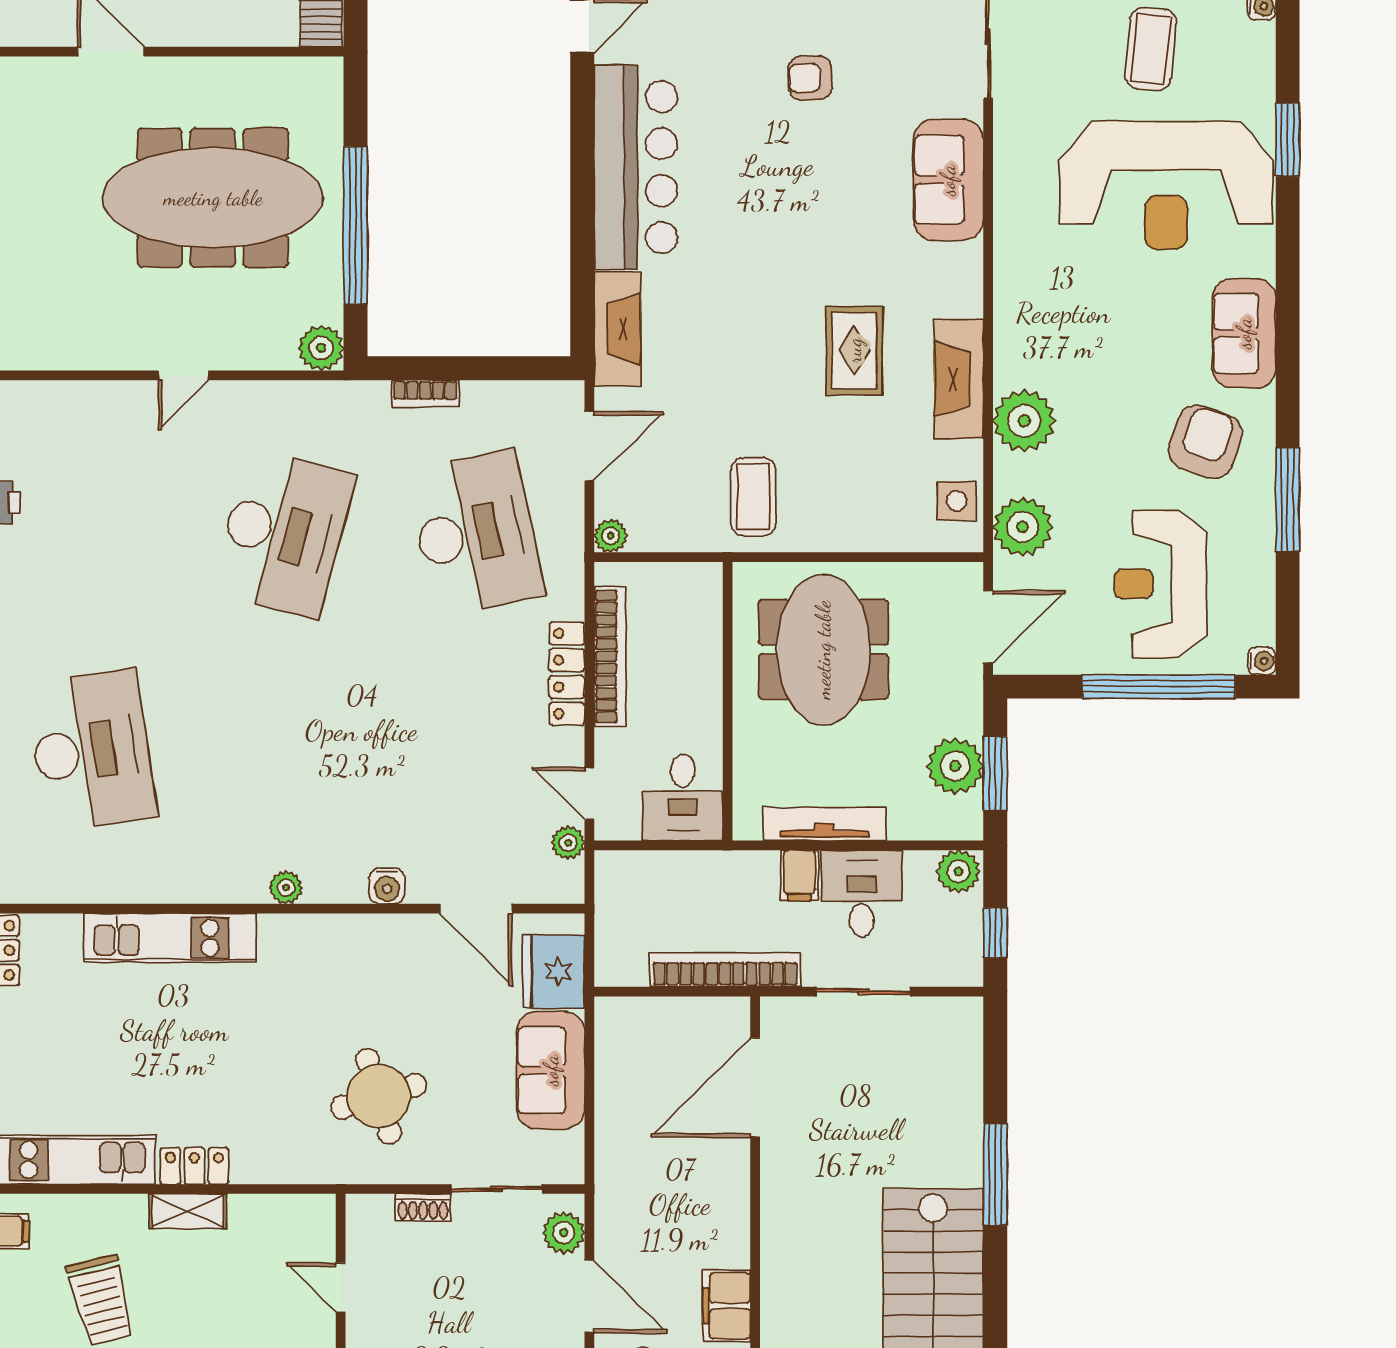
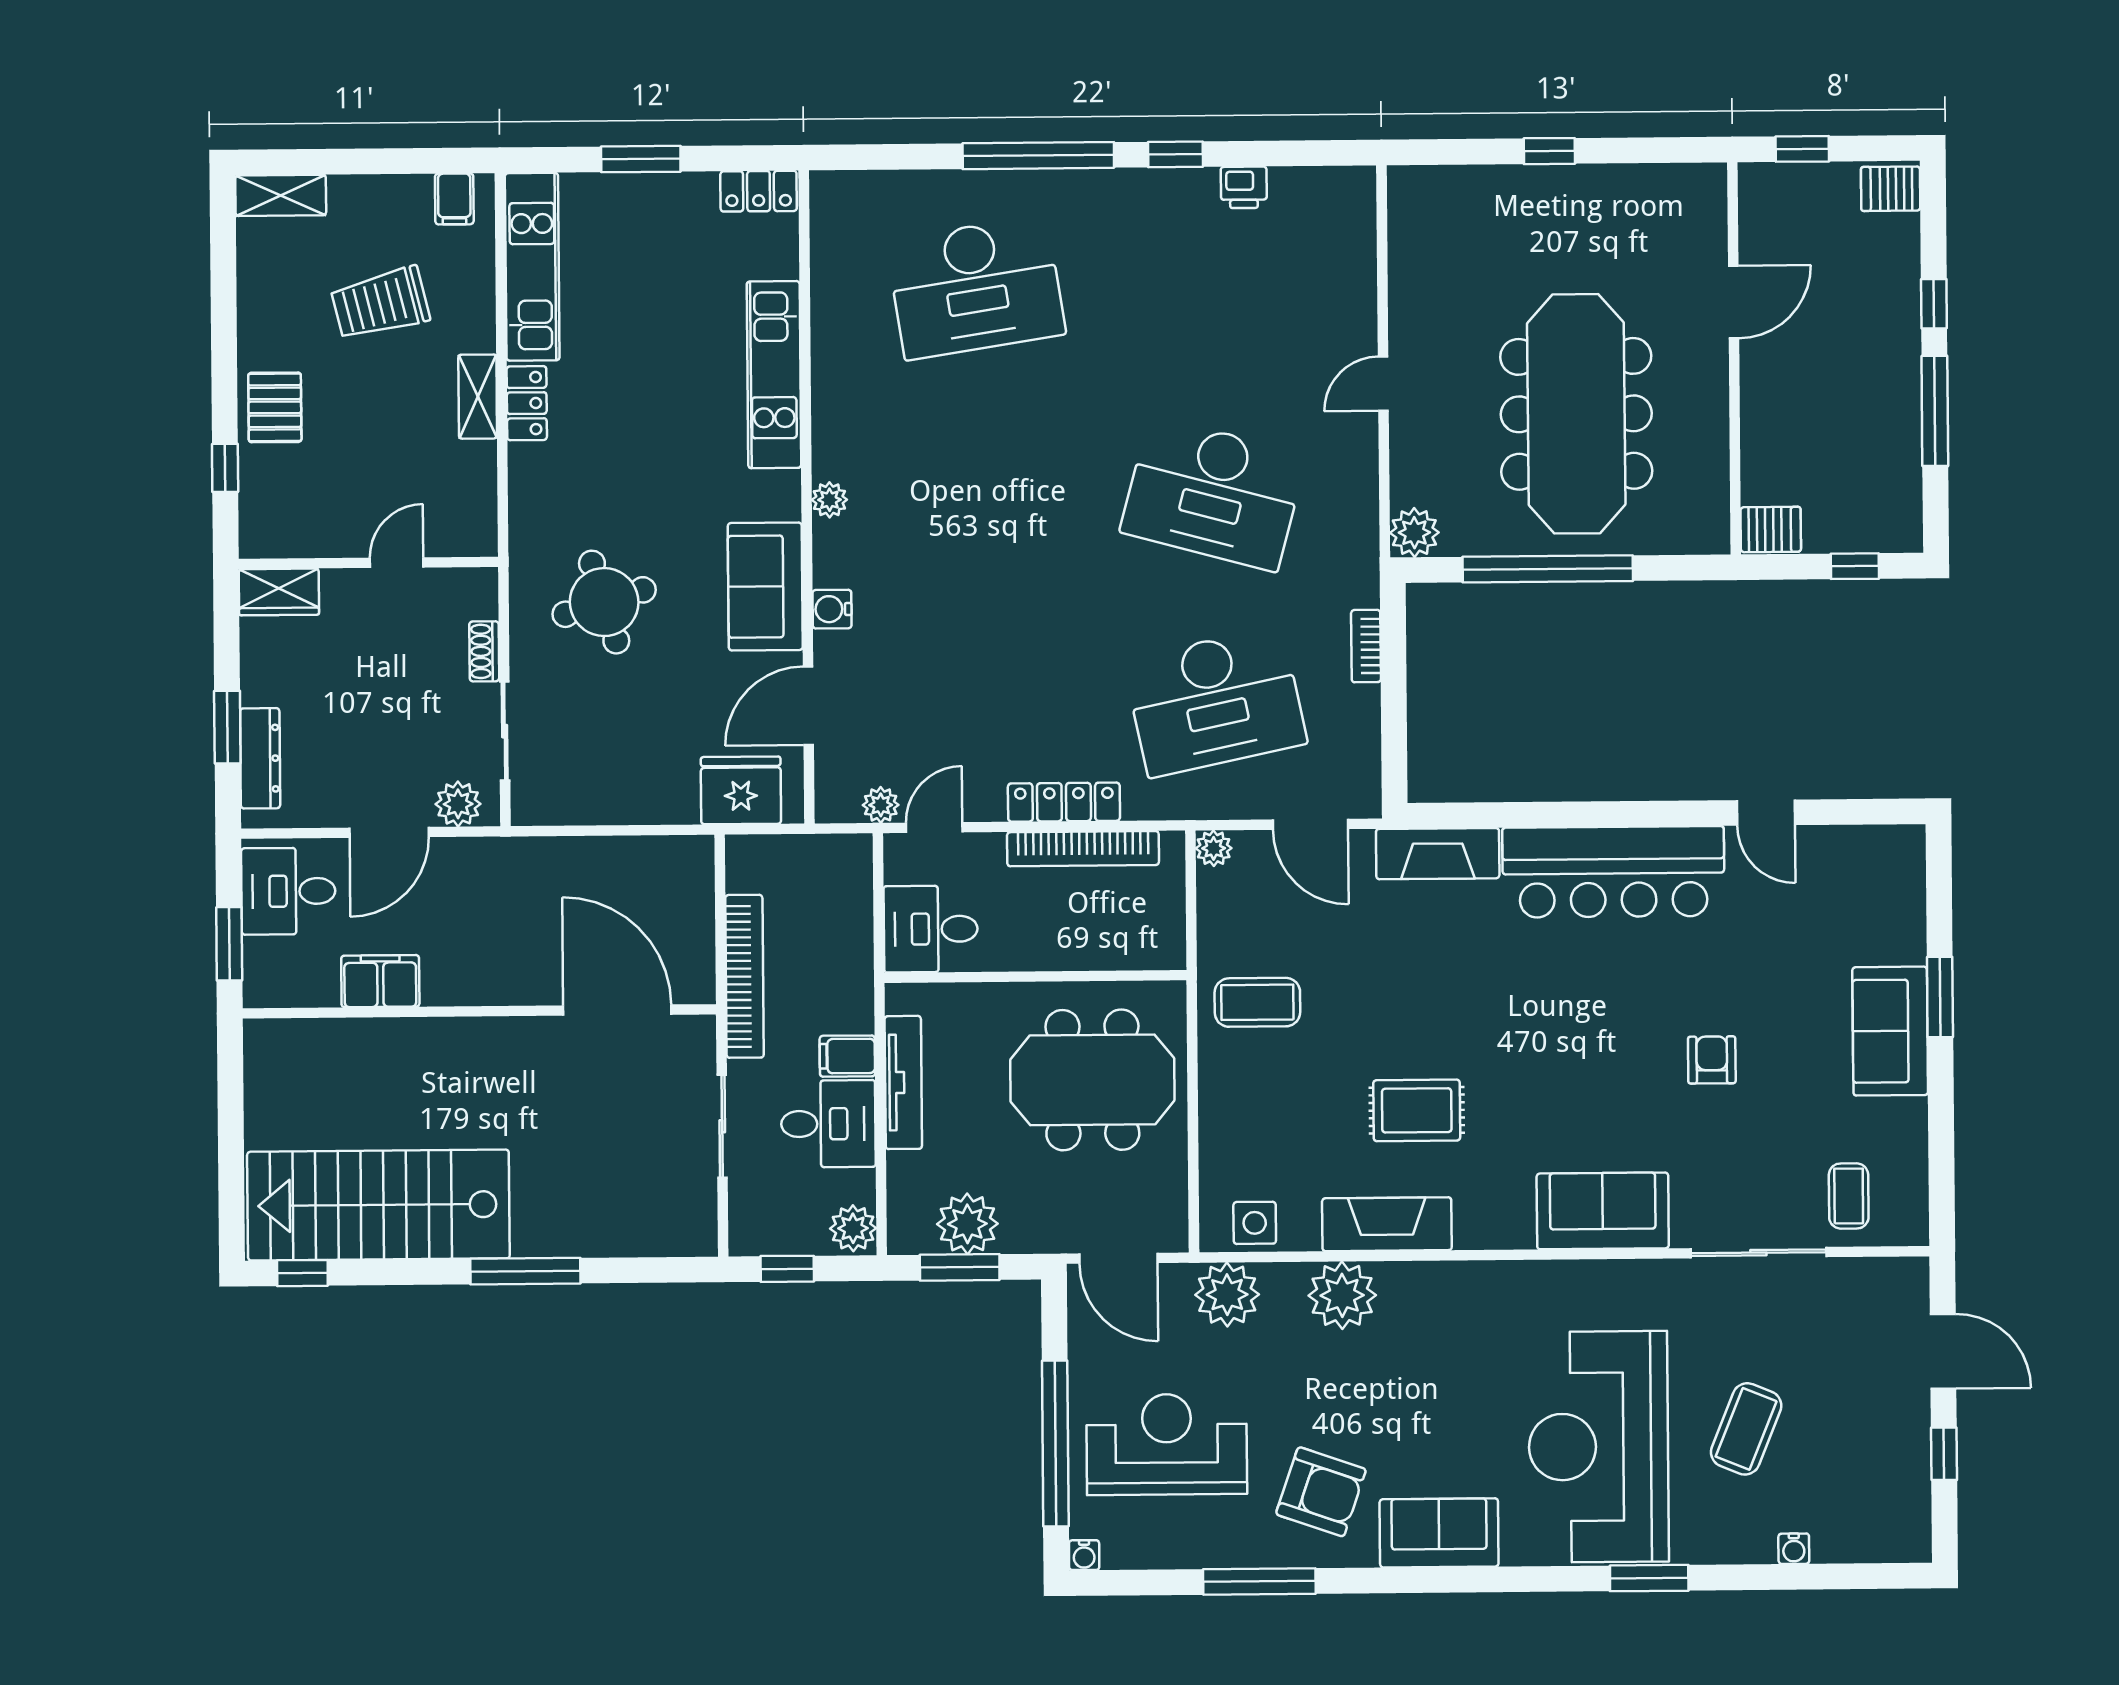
coffee table: (1151, 49) -> (1746, 1429), turned -74
door: (183, 375) -> (1383, 384), hinge flipped
sofa: (551, 1070) -> (765, 587), moved, turned -90

